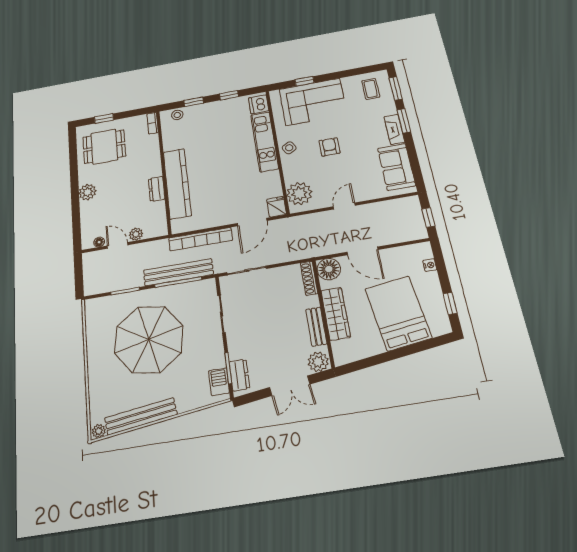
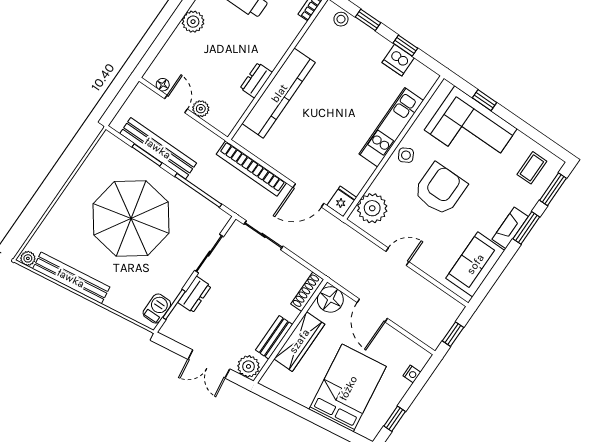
dishwasher: (259, 104) -> (398, 60), moved, turned -90
armchair: (329, 147) -> (440, 189), width x1.88, depth x1.88
bench: (178, 272) -> (158, 148), moved
dresser: (239, 375) -> (194, 294), moved

